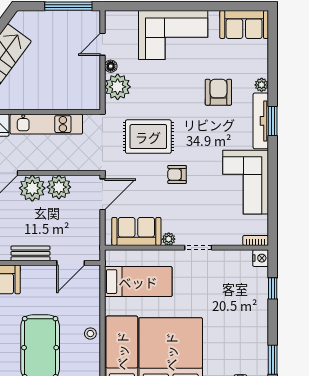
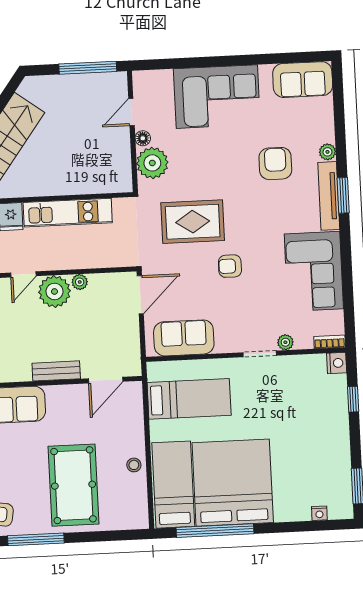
plant: (59, 187) -> (80, 282), width x0.53, depth x0.53
plant: (169, 239) -> (285, 342), moved

